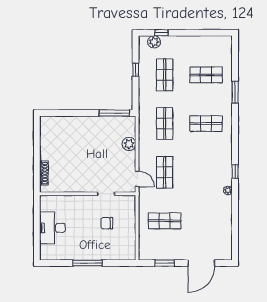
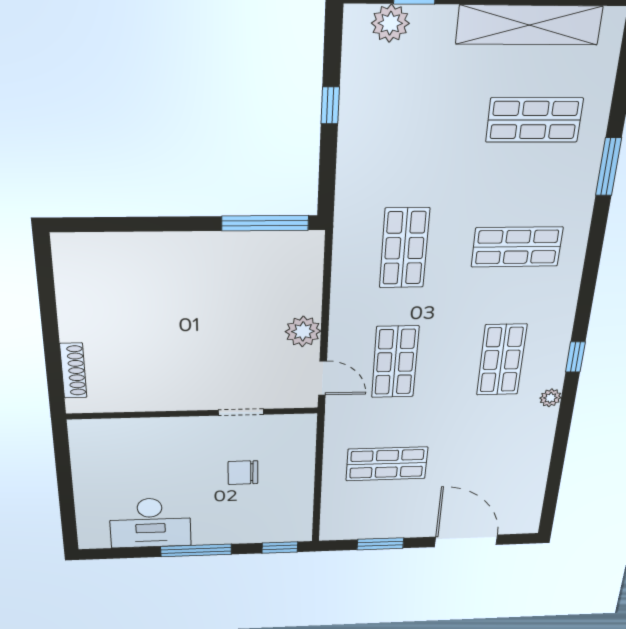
shelving: (200, 42) -> (529, 25), added
shop shelf: (165, 75) -> (502, 360), moved
plant: (129, 144) -> (303, 331), moved
desk: (52, 228) -> (150, 523), moved, turned -90
window: (122, 263) -> (280, 547), added
door: (201, 263) -> (466, 541), swing flipped

